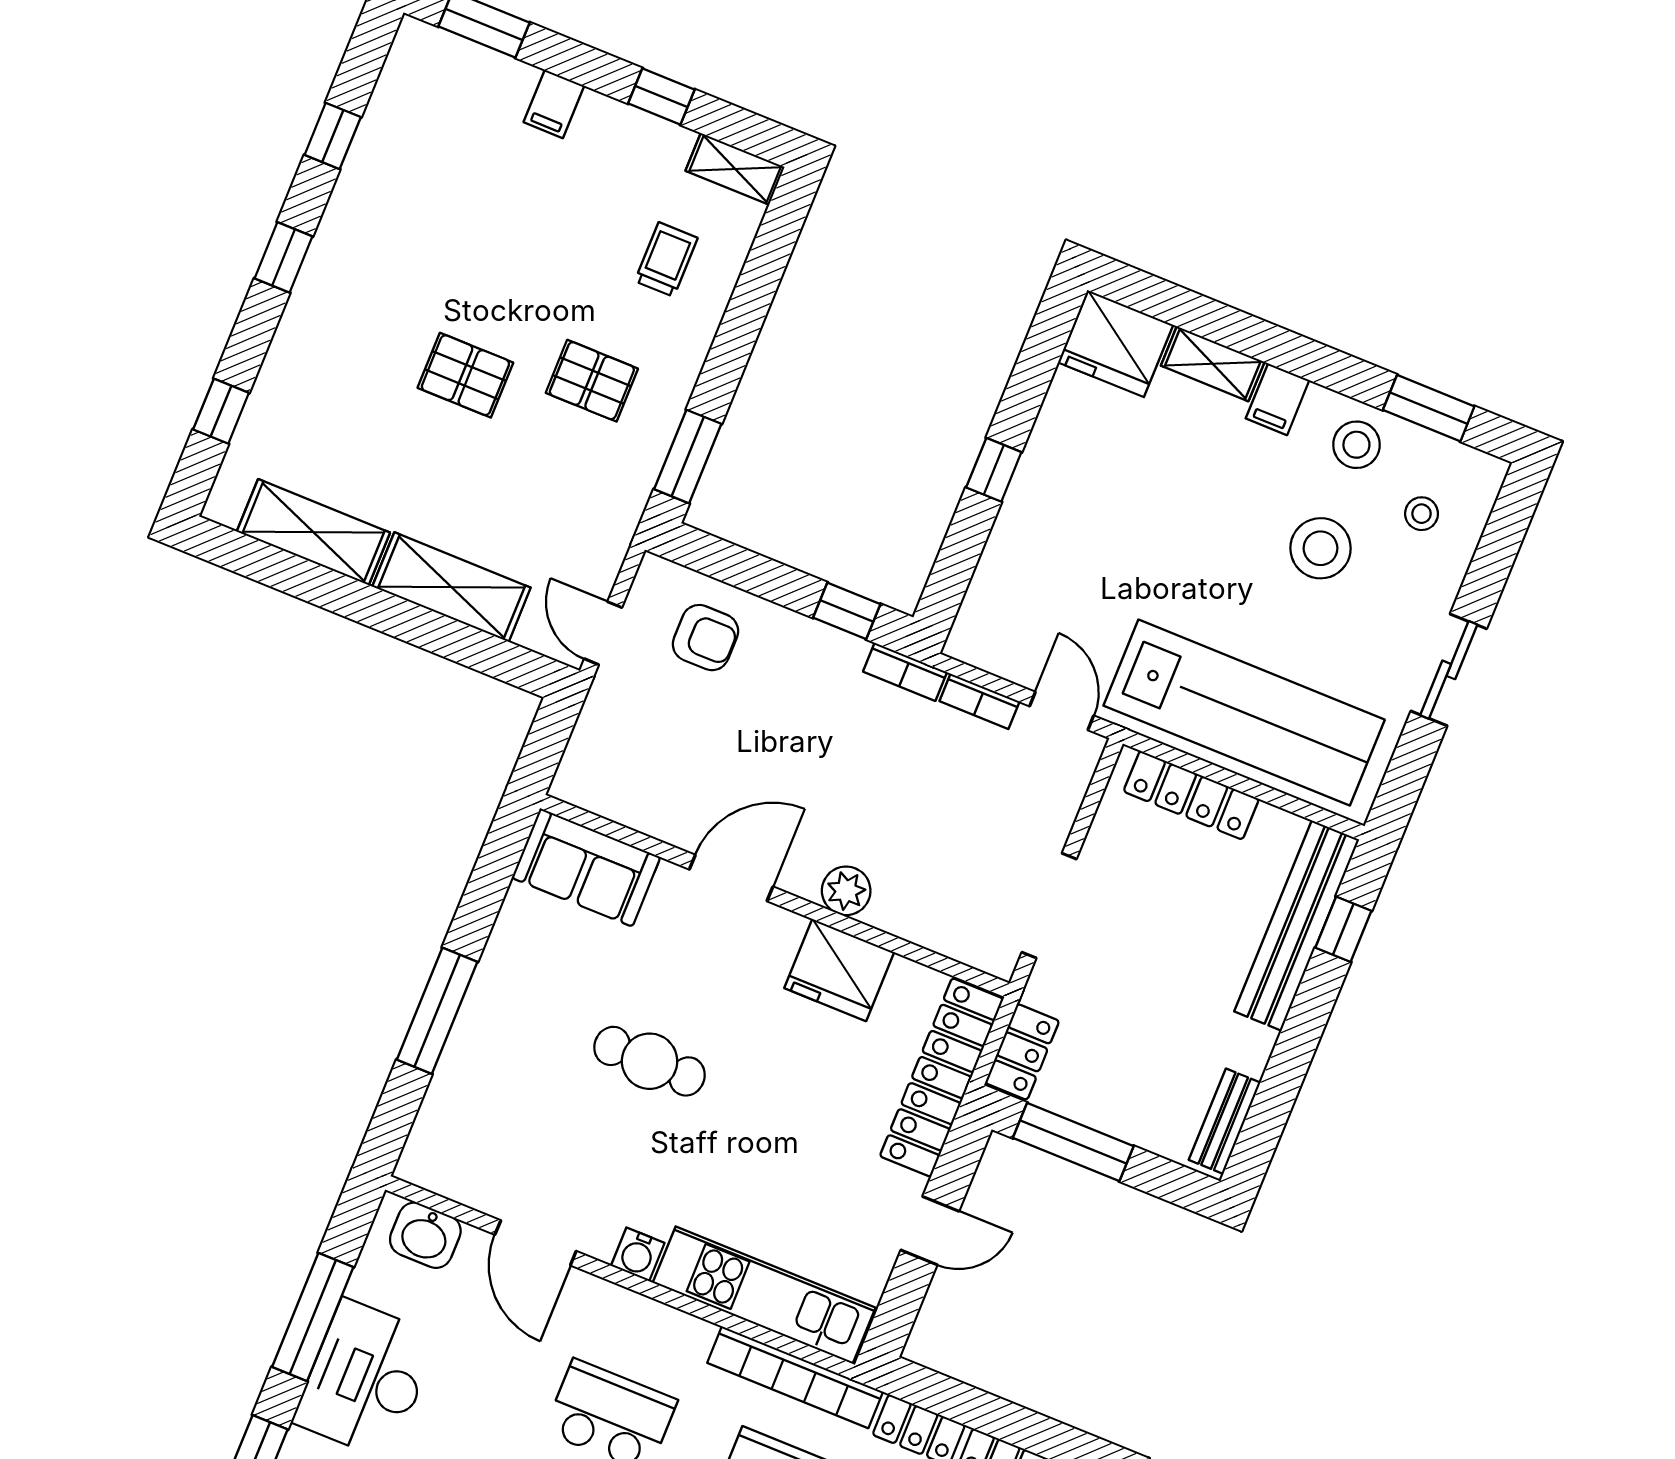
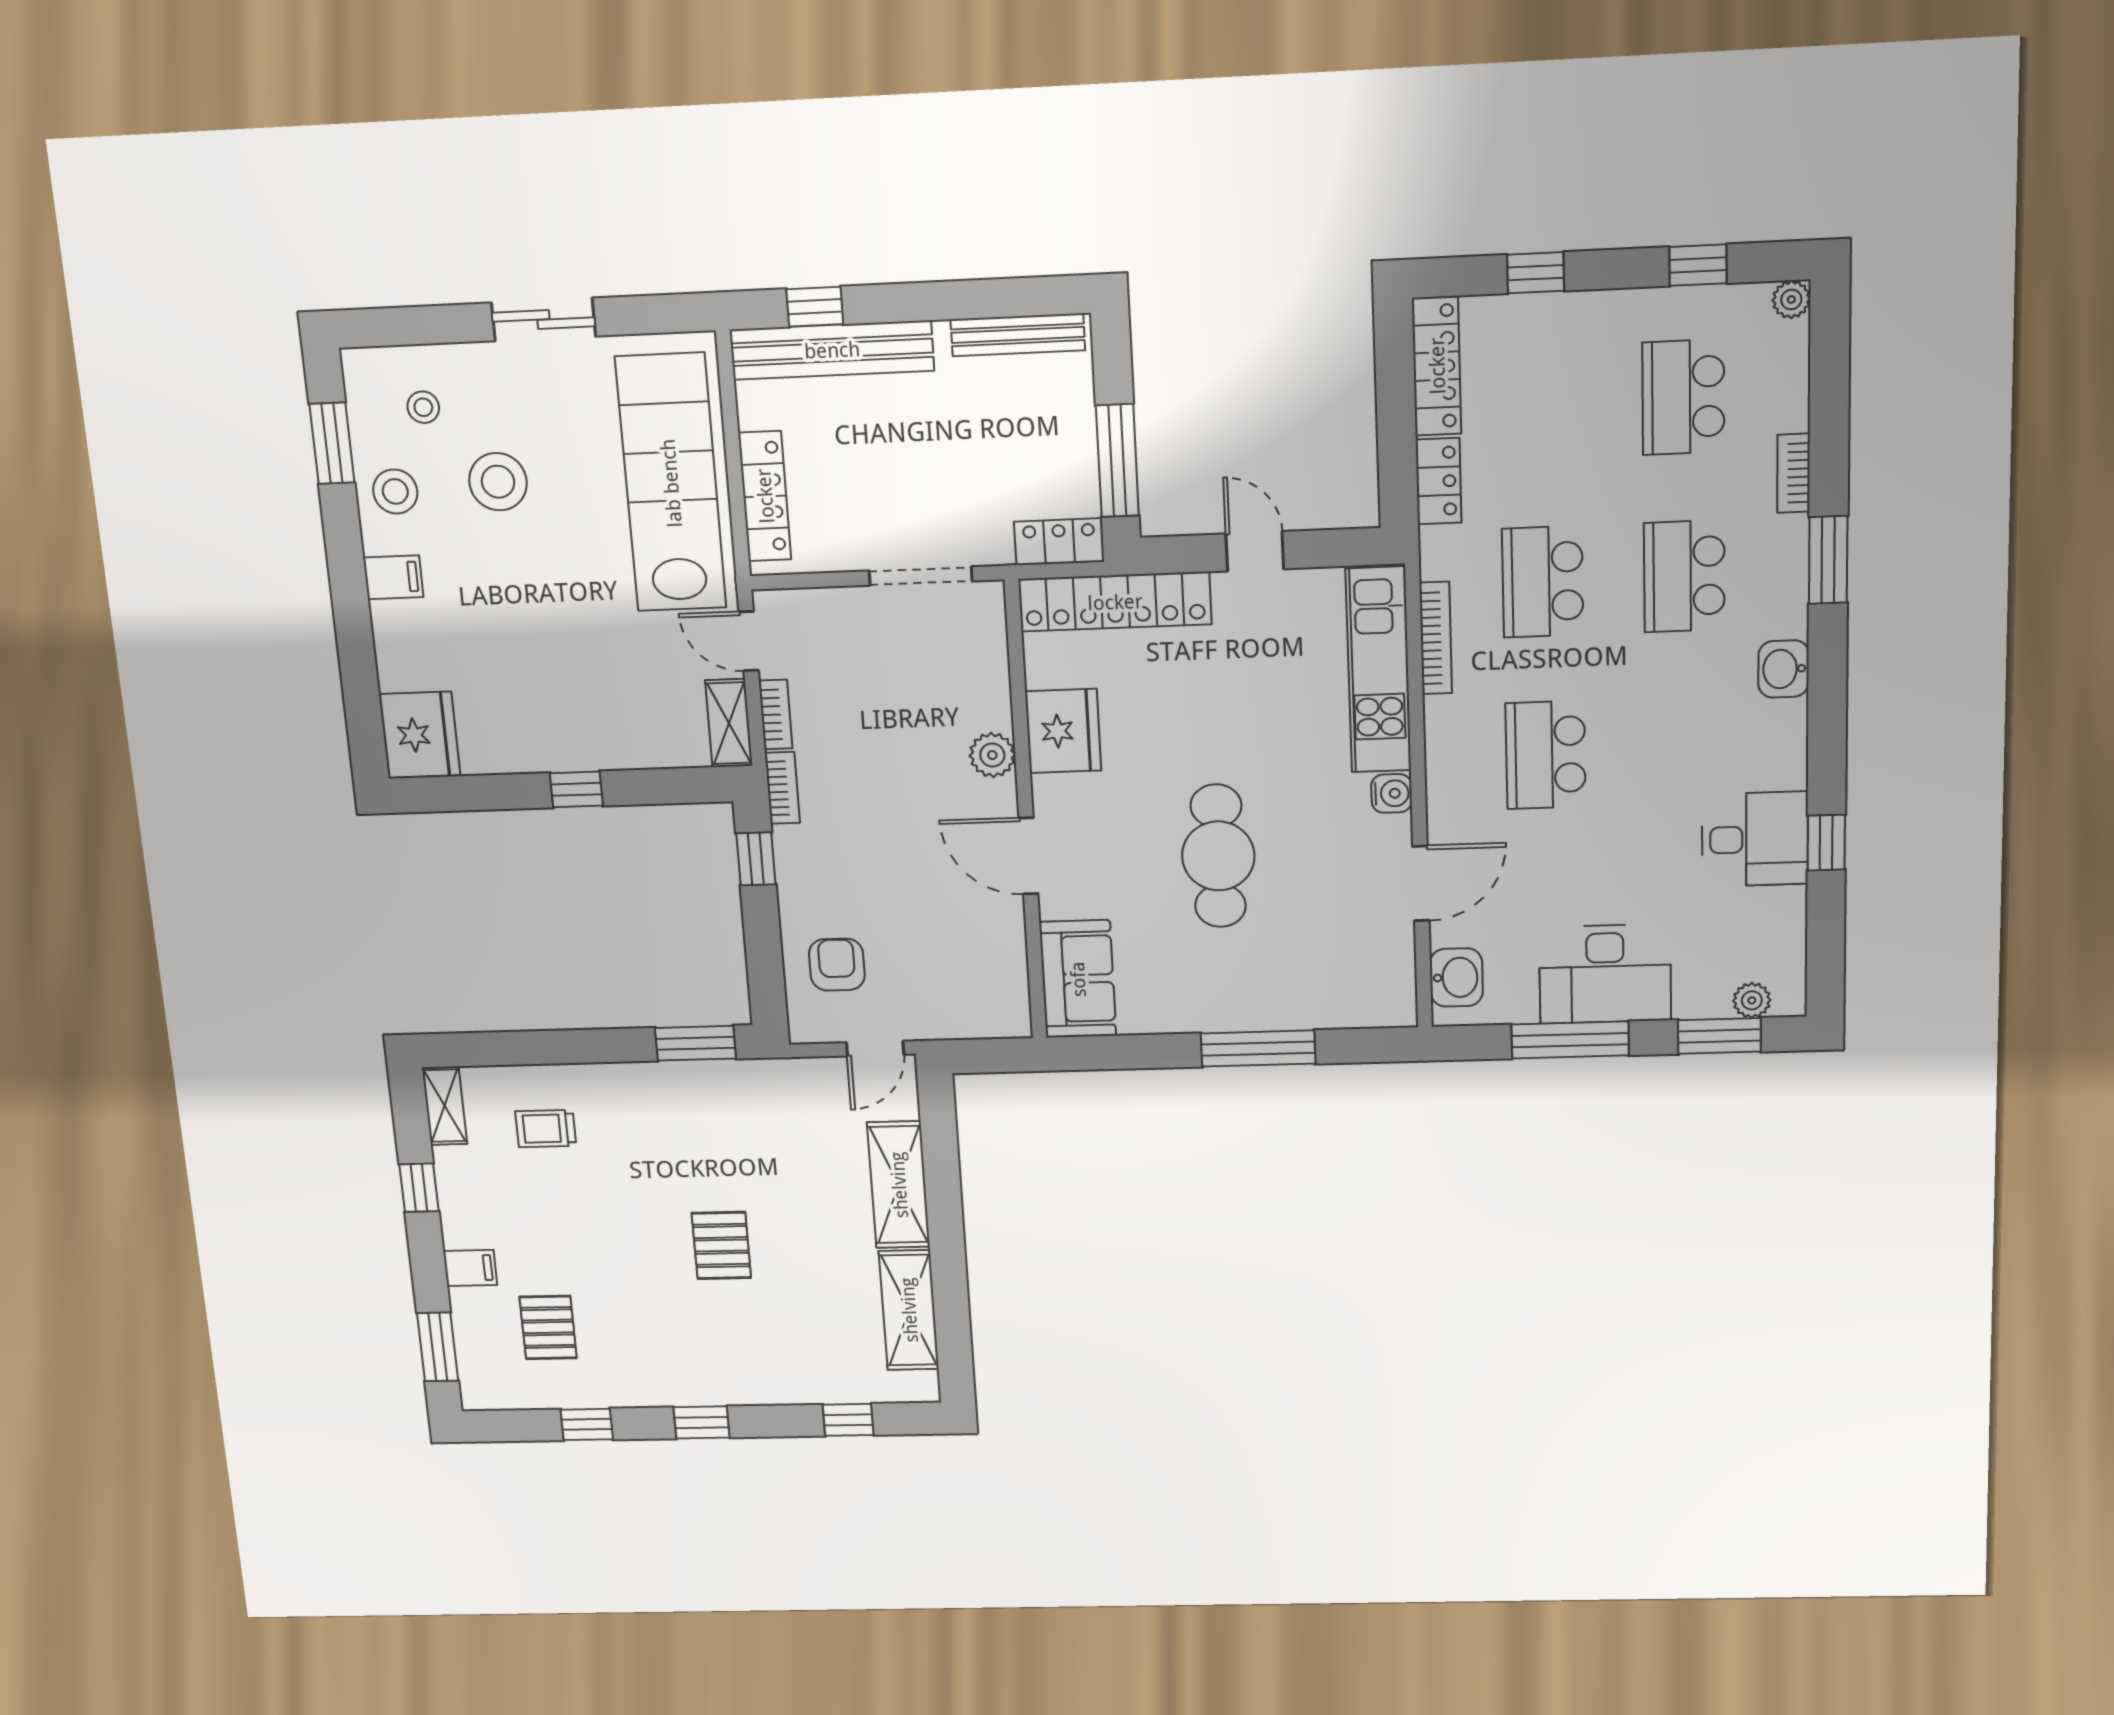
shelving: (1213, 364) -> (729, 723), moved
pallet: (592, 381) -> (548, 1327), moved
door: (1062, 711) -> (749, 641), hinge flipped
cafe table: (650, 1061) -> (1218, 856), width x1.37, depth x1.35
bench: (1225, 1121) -> (1018, 335), width x1.36
bookcase: (795, 1377) -> (1436, 638), width x0.68, depth x0.76

